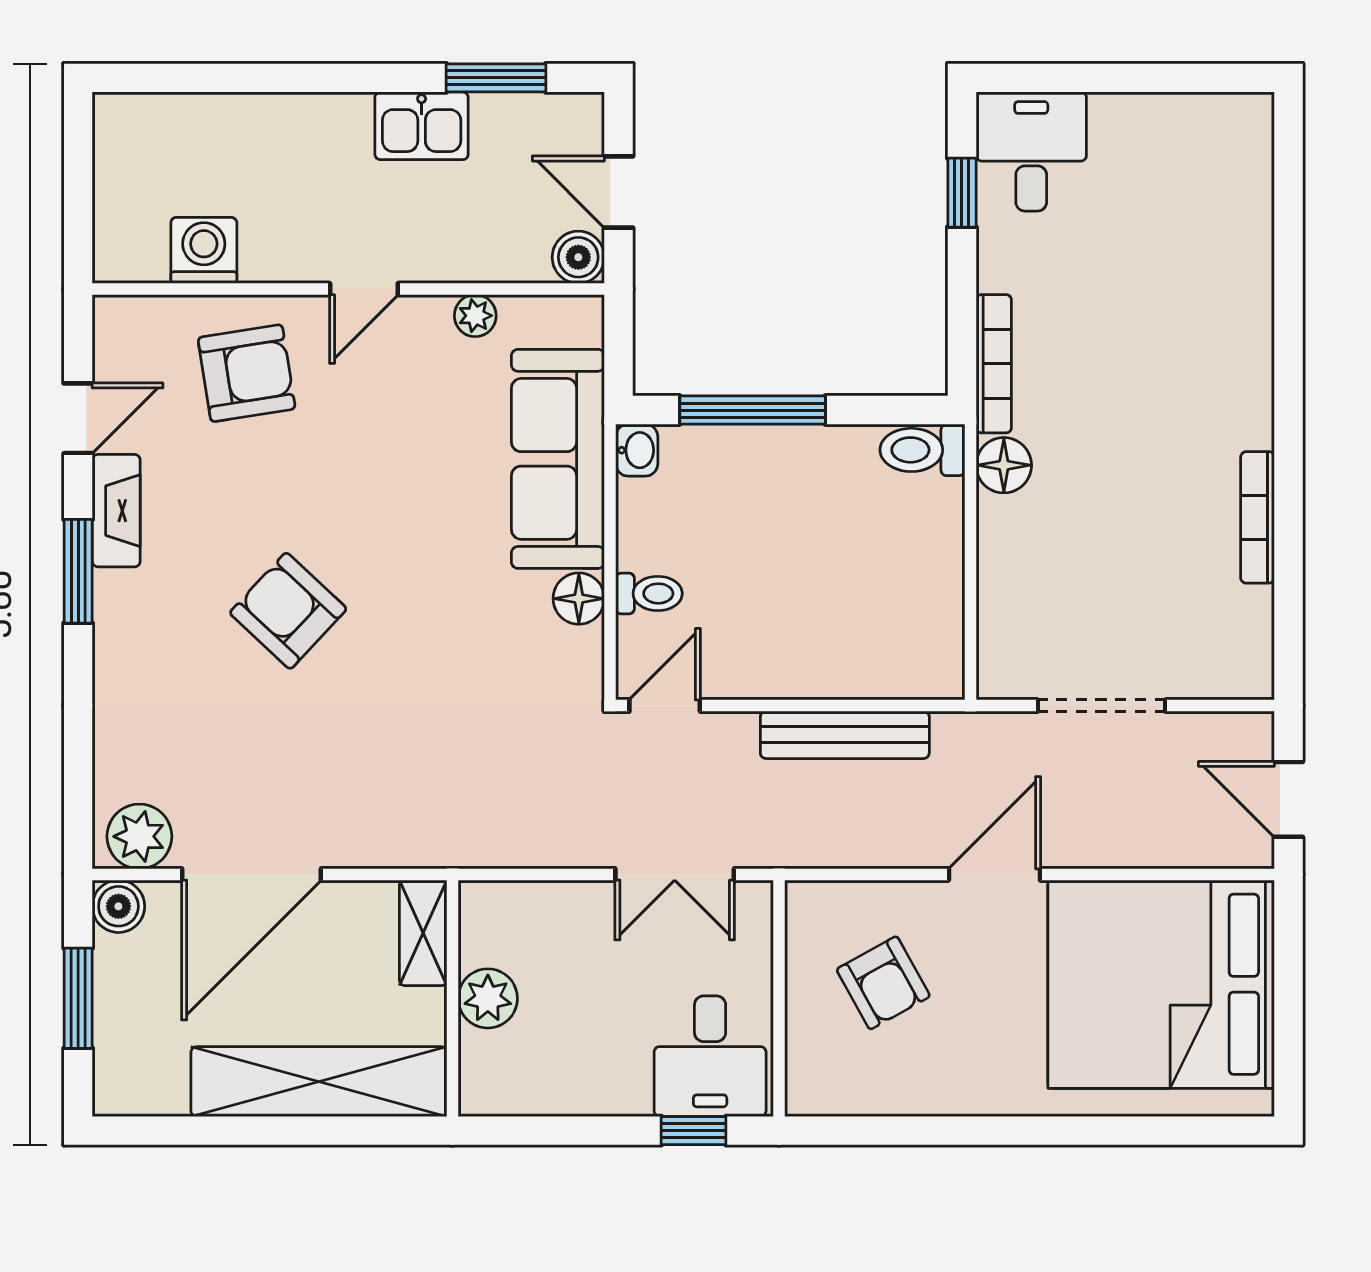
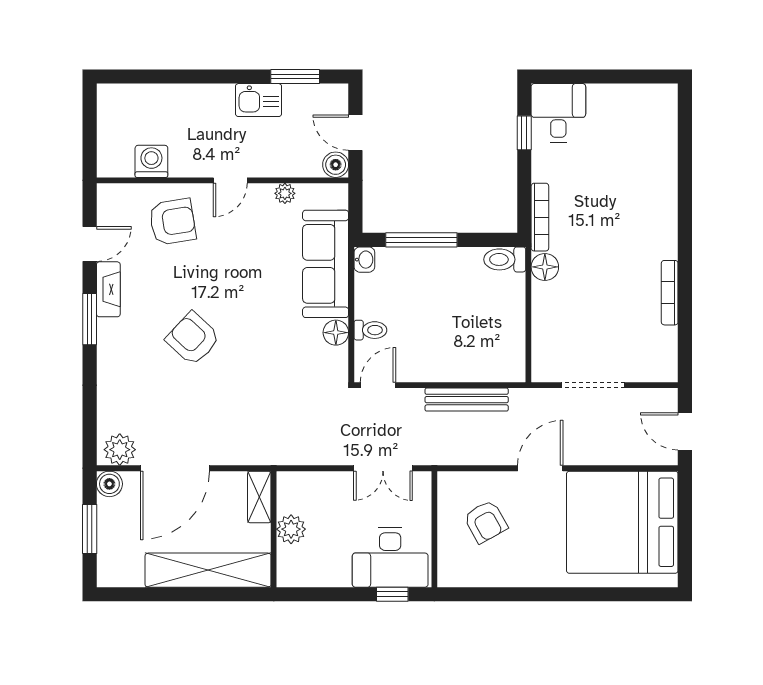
desk: (710, 1056) -> (390, 558), width x1.37

